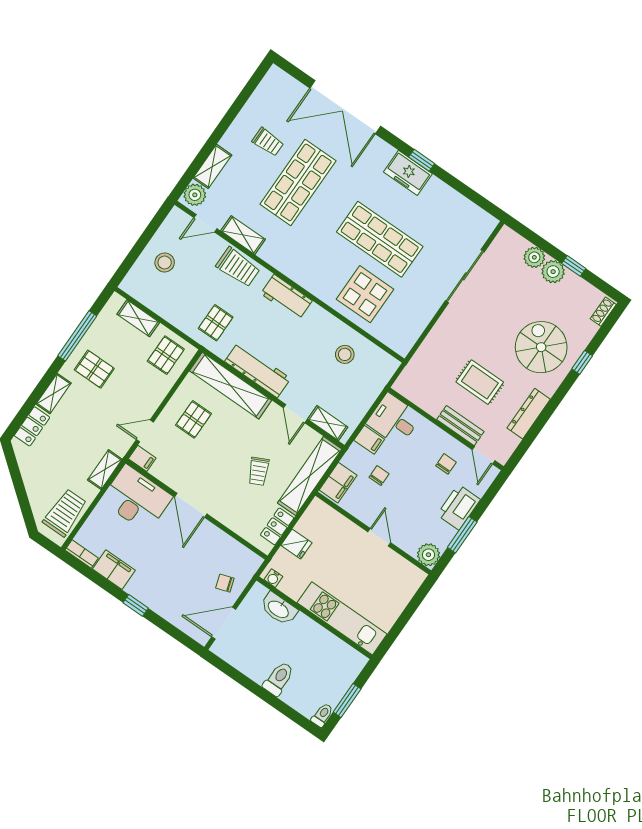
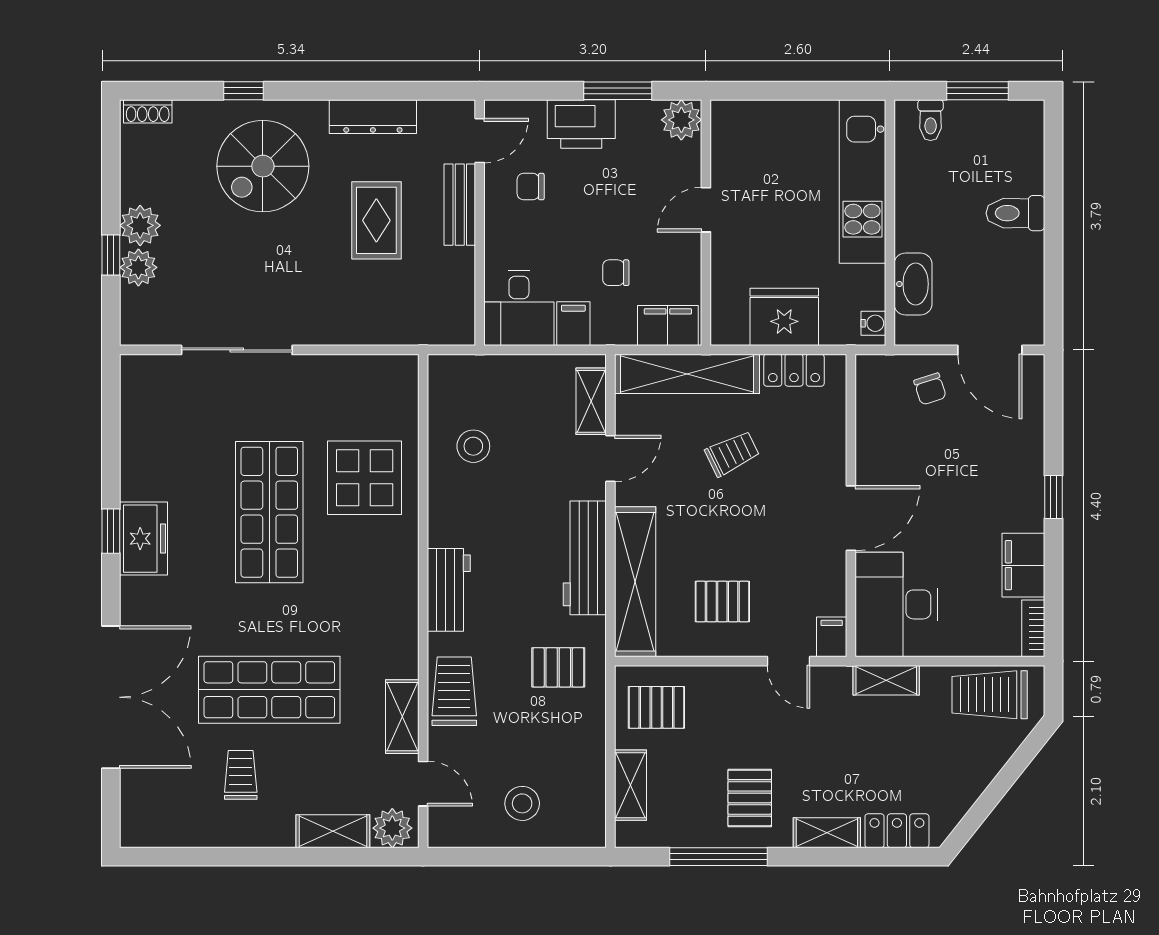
window: (574, 266) -> (111, 255), moved
fridge: (296, 544) -> (784, 317), width x1.88, depth x1.34
toilet: (322, 715) -> (931, 120), moved, turned -90

